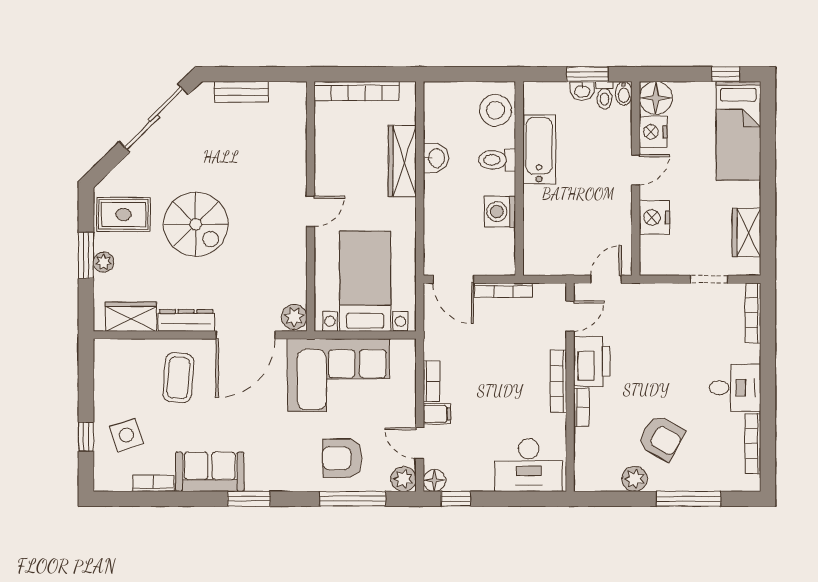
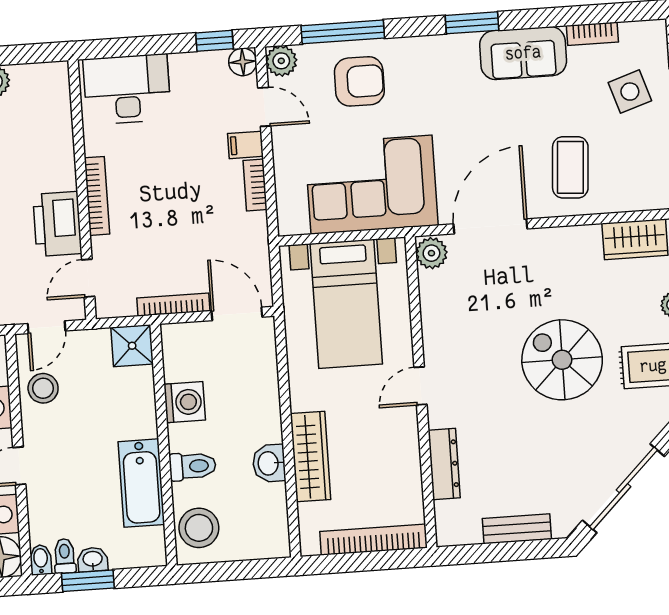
stool: (612, 231) -> (43, 388), added
shower: (539, 260) -> (132, 346), added
dresser: (186, 320) -> (444, 464), moved, turned -90
bookcase: (581, 407) -> (66, 166), removed

